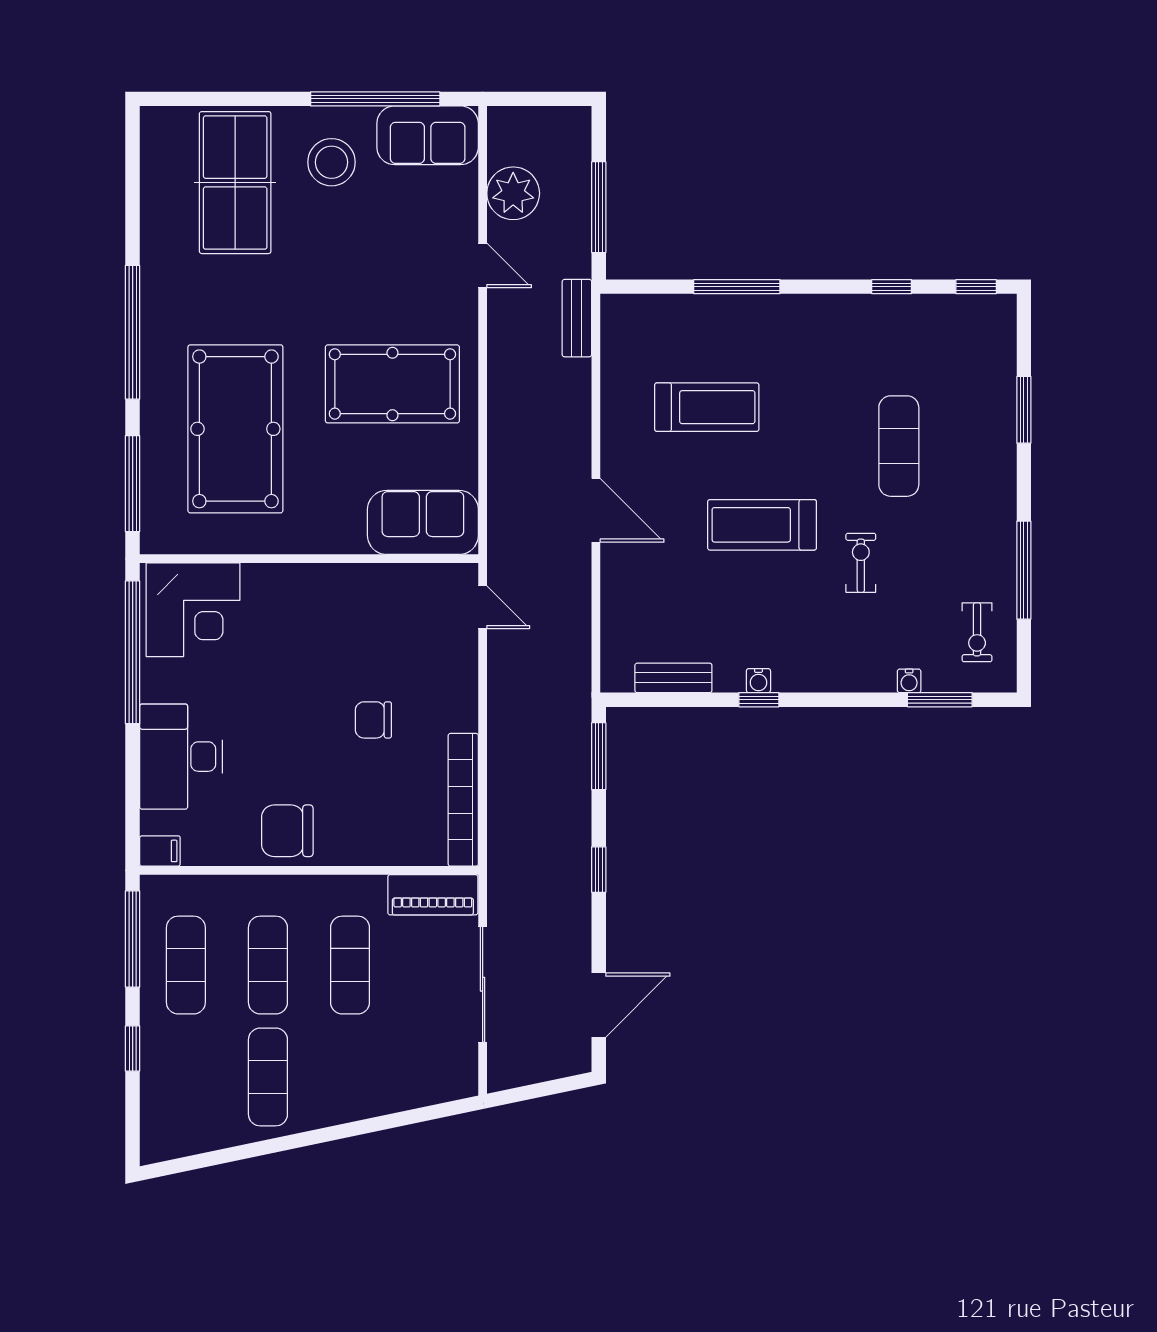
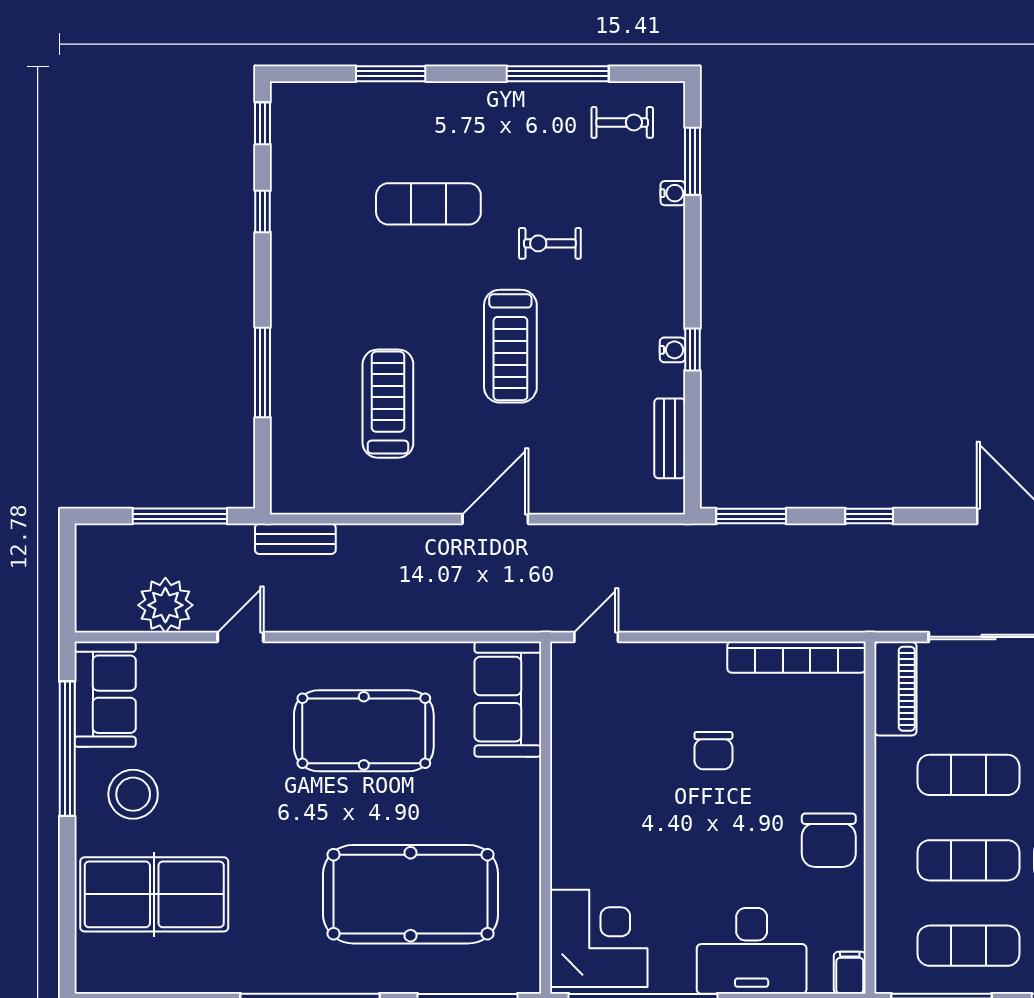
pool table: (392, 384) -> (364, 731), turned 90

